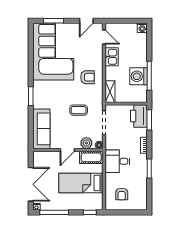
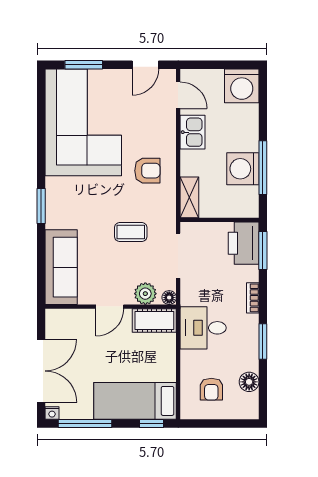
washing machine: (142, 28) -> (242, 86), width x1.89, depth x1.89
bed: (81, 183) -> (135, 401), moved
floor lamp: (142, 190) -> (249, 382), added

